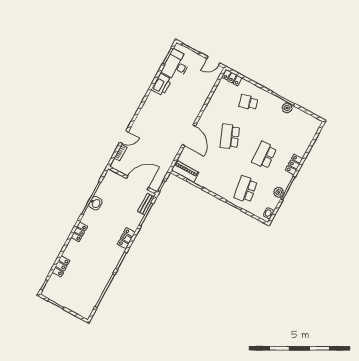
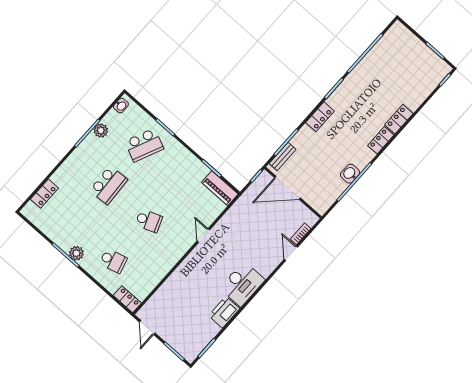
door: (213, 61) -> (147, 328), swing flipped
desk: (176, 65) -> (242, 284), moved
plant: (287, 108) -> (76, 253), moved
door: (189, 135) -> (203, 235), width x0.53
door: (124, 137) -> (291, 253), hinge flipped
school desk: (230, 137) -> (149, 221), width x0.54
locker: (294, 164) -> (44, 194), moved
school desk: (246, 189) -> (144, 145), turned 33
locker: (61, 266) -> (399, 119), moved

